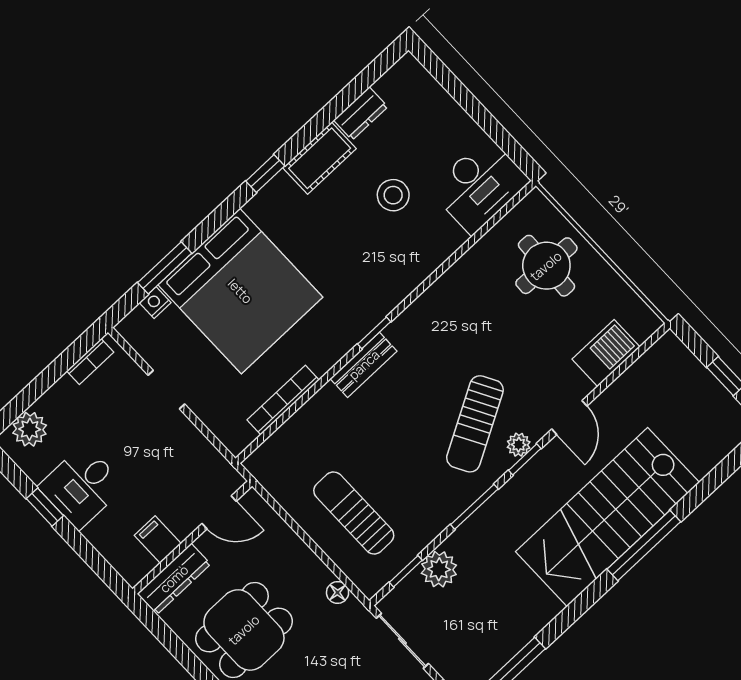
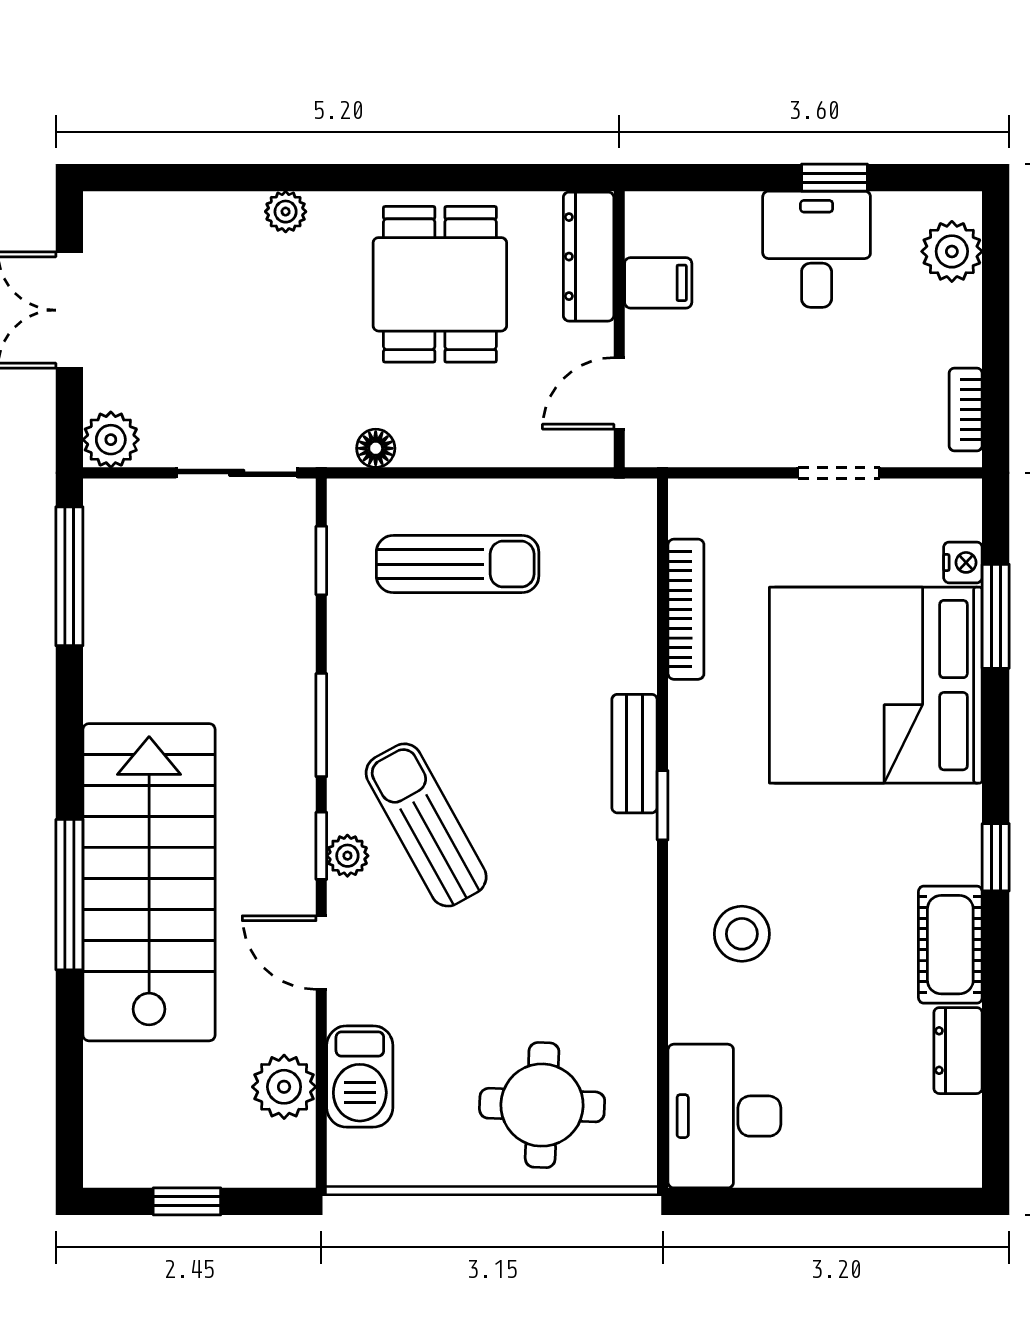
stool: (393, 195) -> (742, 934), moved
plant: (439, 569) -> (284, 1087), moved

